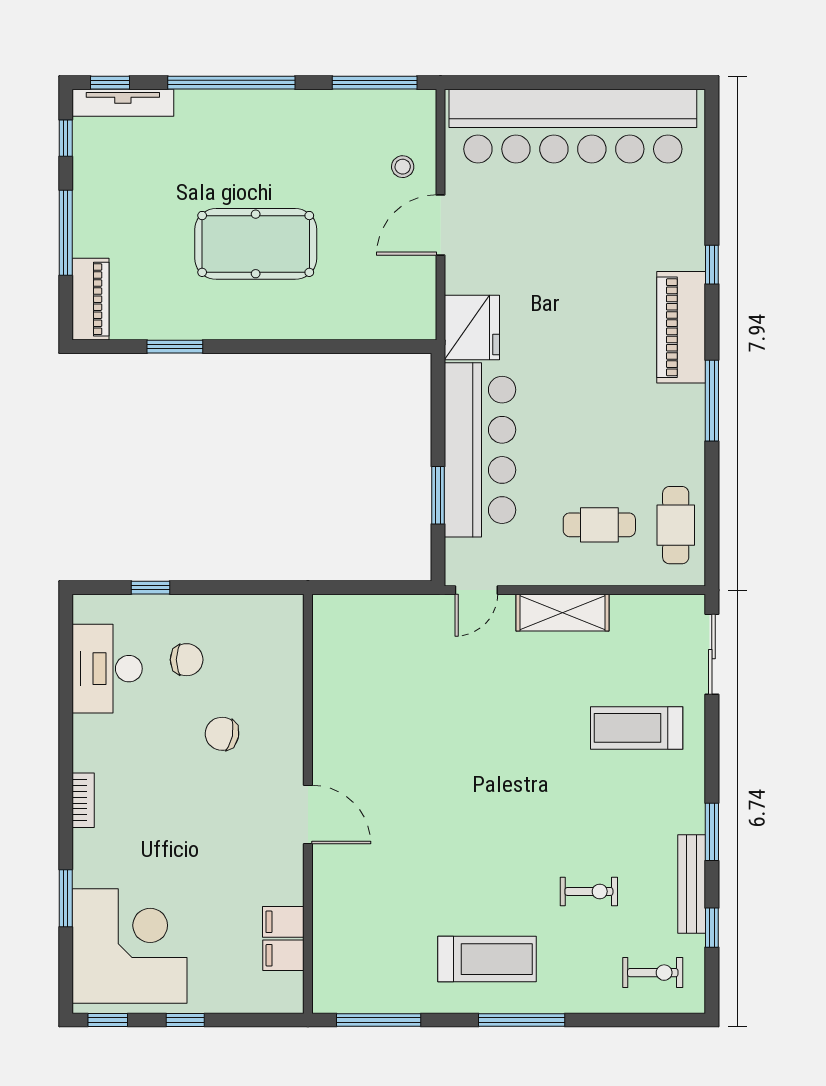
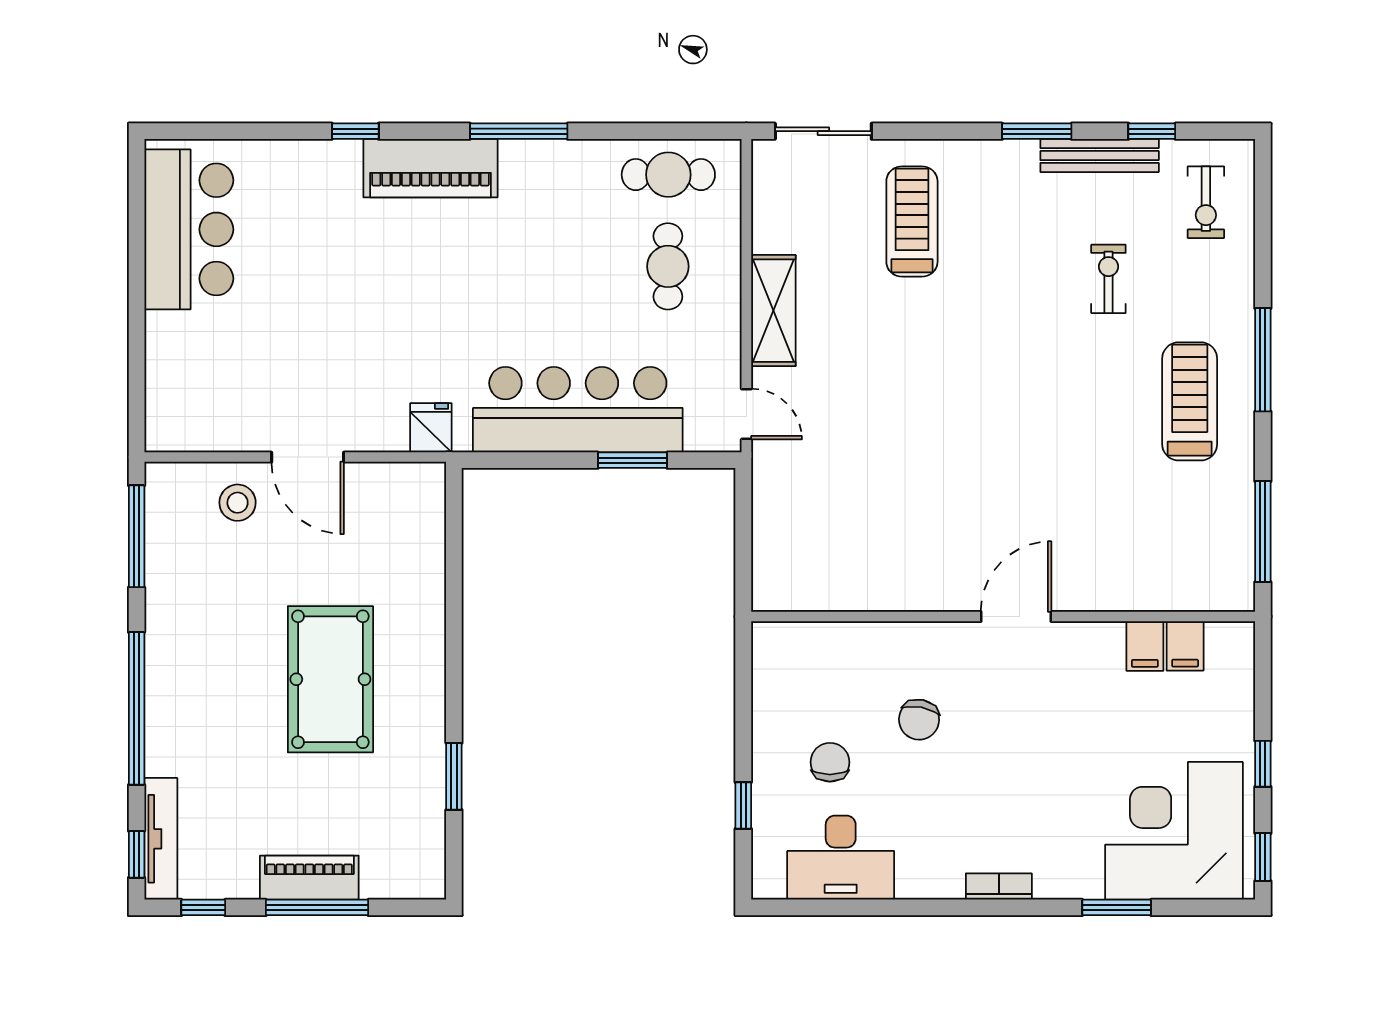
bar counter: (573, 126) -> (189, 229), width x0.54
stool: (403, 167) -> (238, 503), width x1.37, depth x1.37
piano: (91, 299) -> (309, 878), moved
fridge: (472, 328) -> (431, 428), width x0.53, depth x0.75
treadmill: (637, 728) -> (912, 222), turned 180
exercise bike: (653, 973) -> (1206, 202), turned 180

